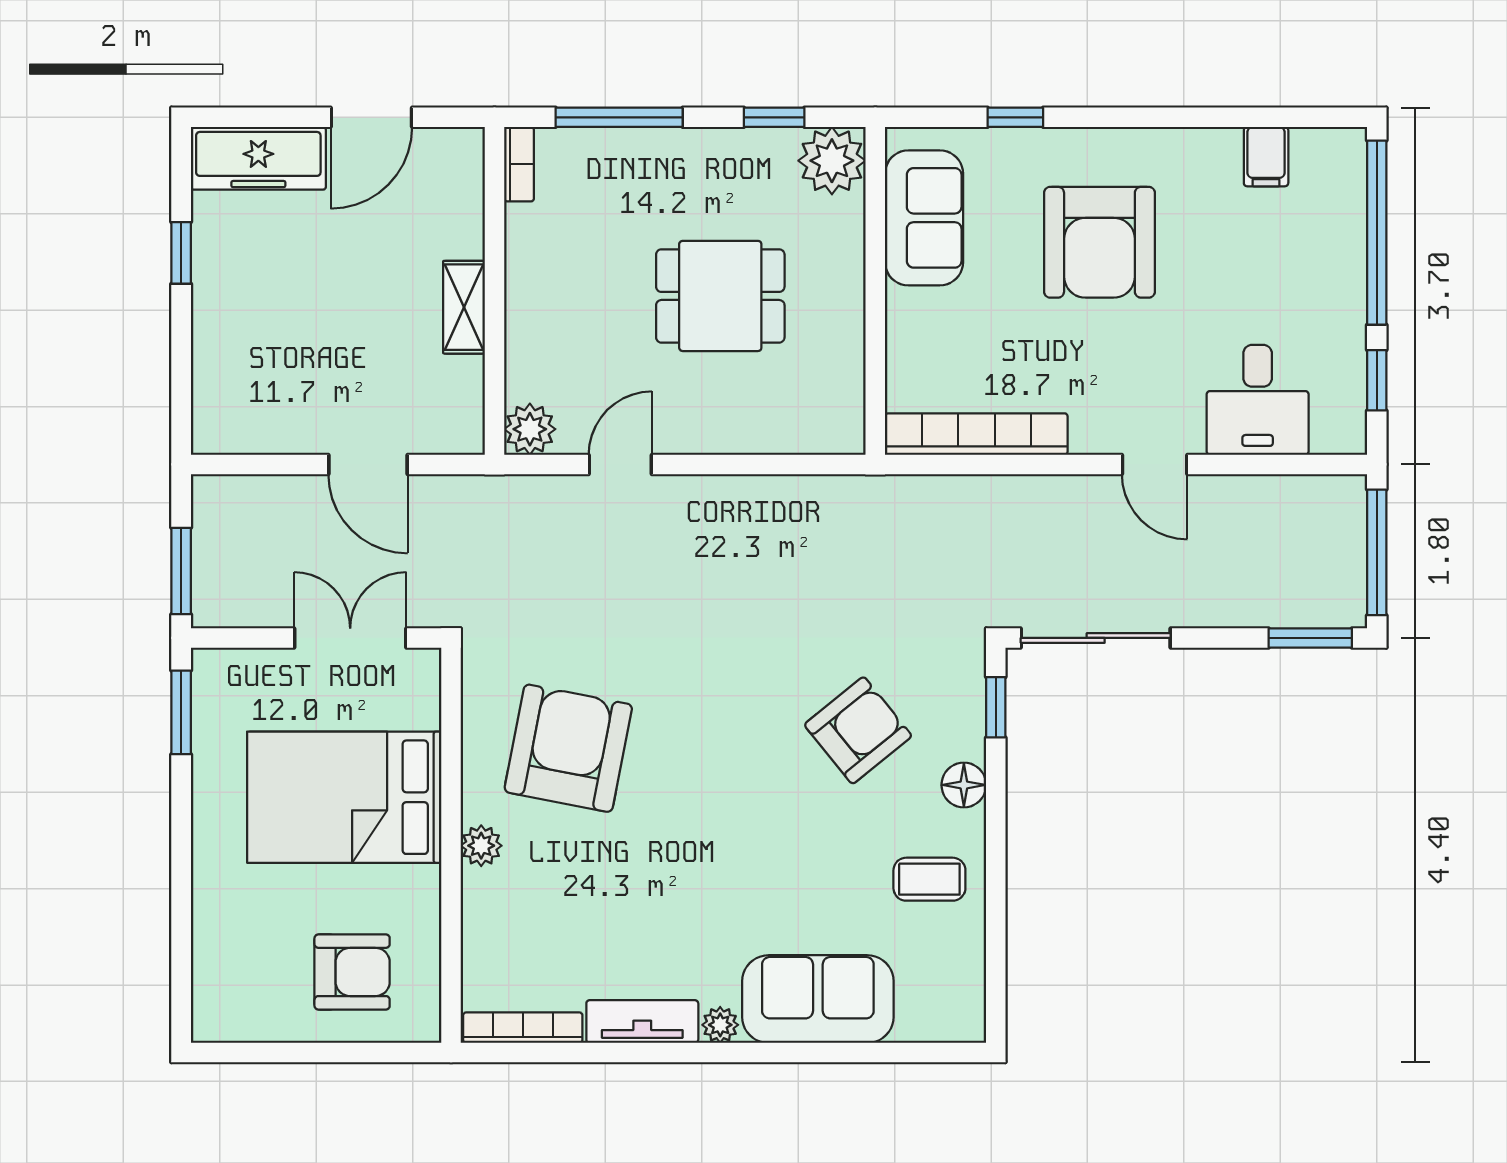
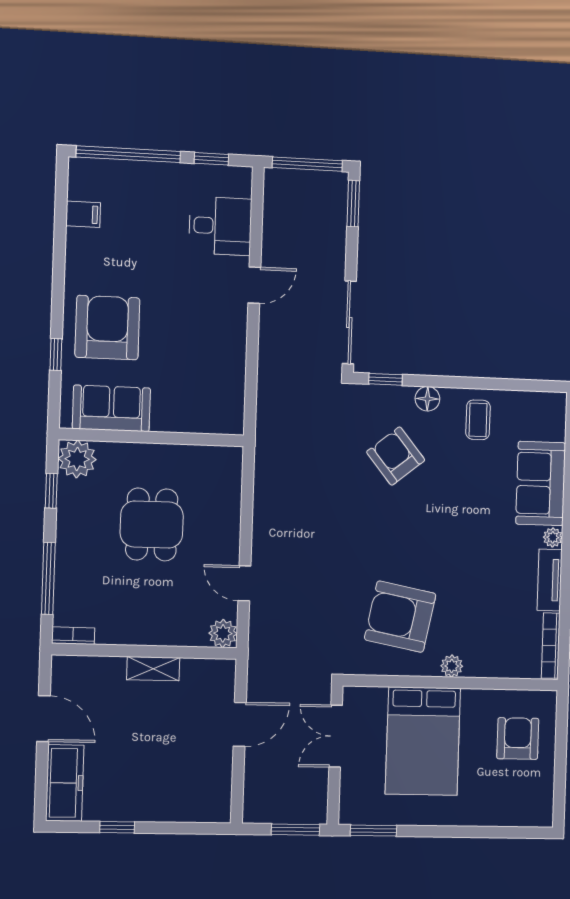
armchair: (1099, 242) -> (107, 328), moved, turned -90
bookcase: (976, 434) -> (234, 384), removed

